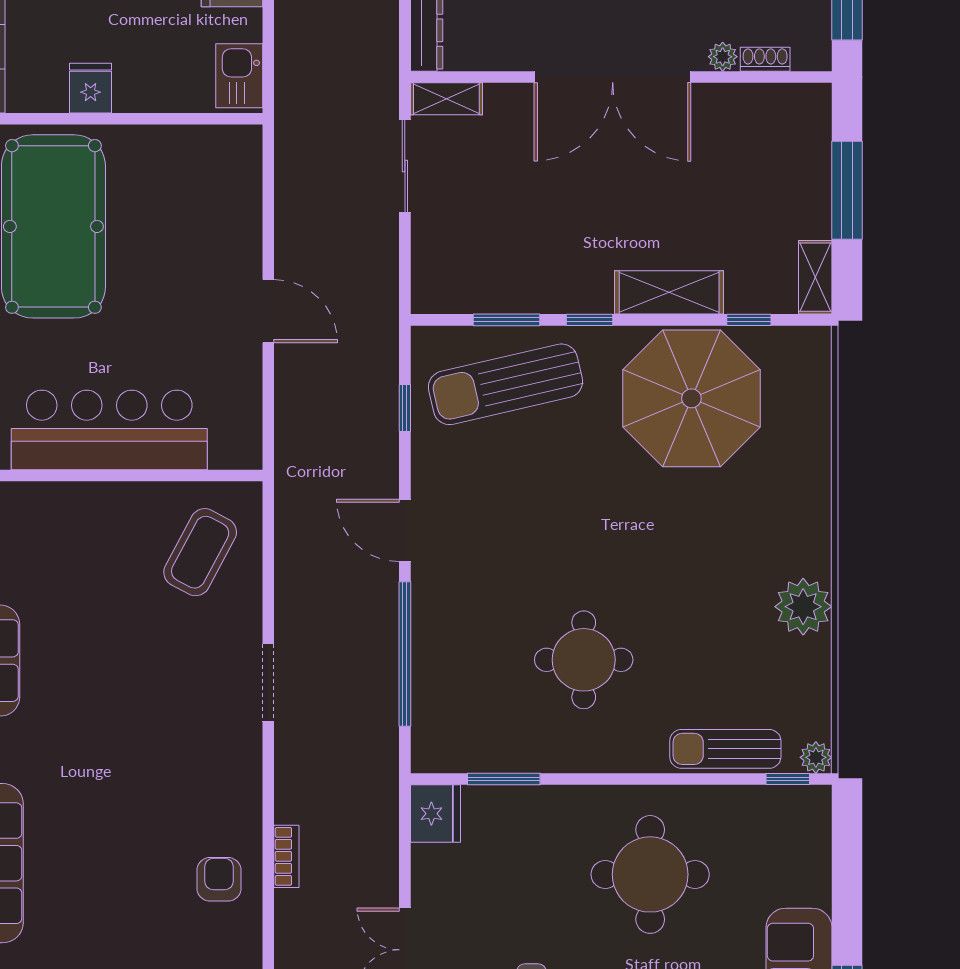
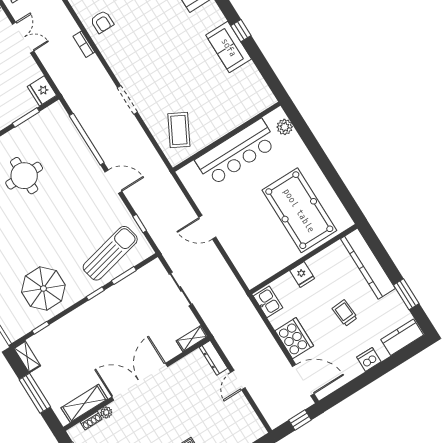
fridge: (91, 88) -> (302, 275), moved
sliding door: (405, 166) -> (181, 289), moved
shelving: (669, 292) -> (84, 403), moved
parasol: (691, 398) -> (43, 288), width x0.73, depth x0.73

